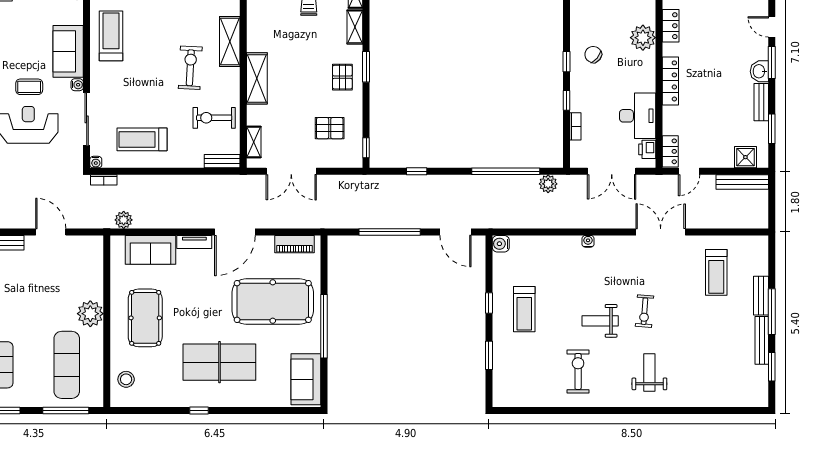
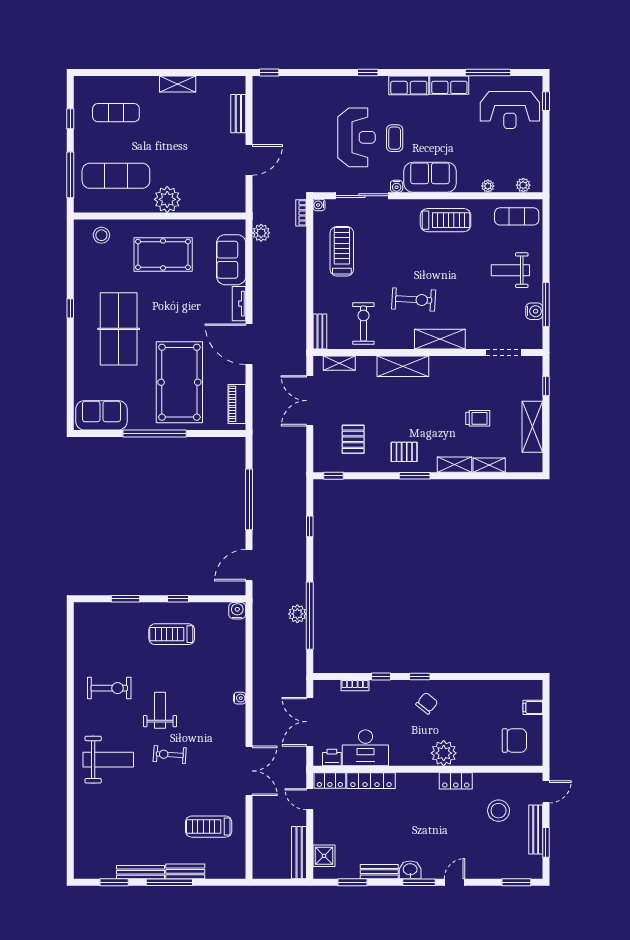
locker: (670, 81) -> (371, 781), moved
plant: (548, 184) -> (297, 614), moved
weight bench: (649, 373) -> (108, 760), width x1.36, depth x1.33

